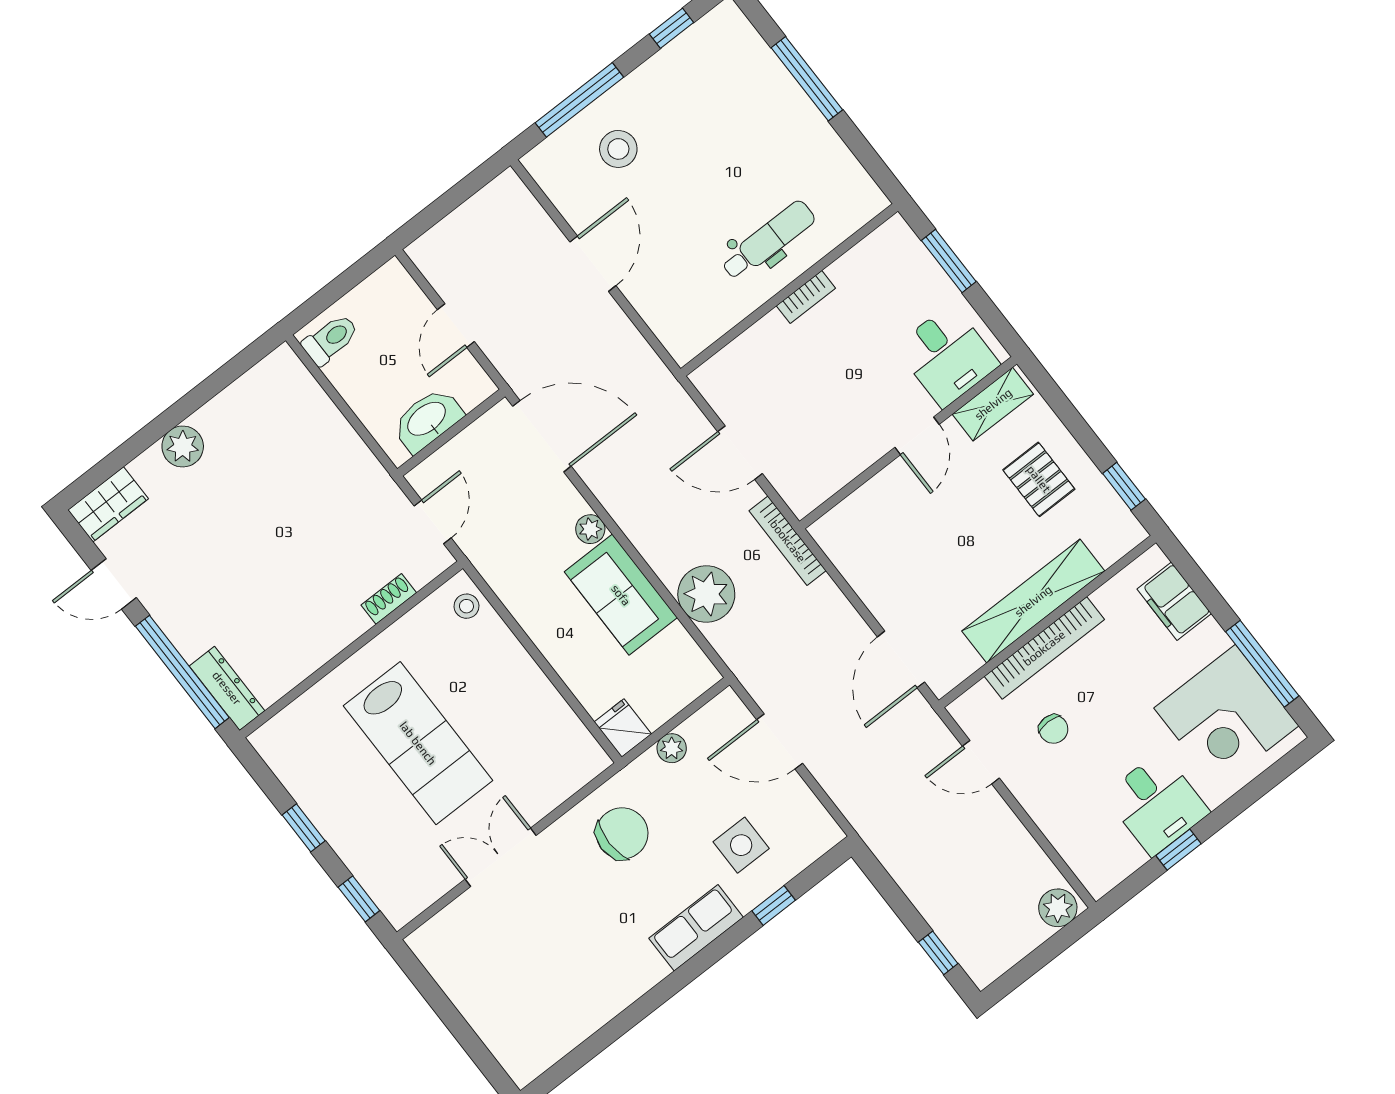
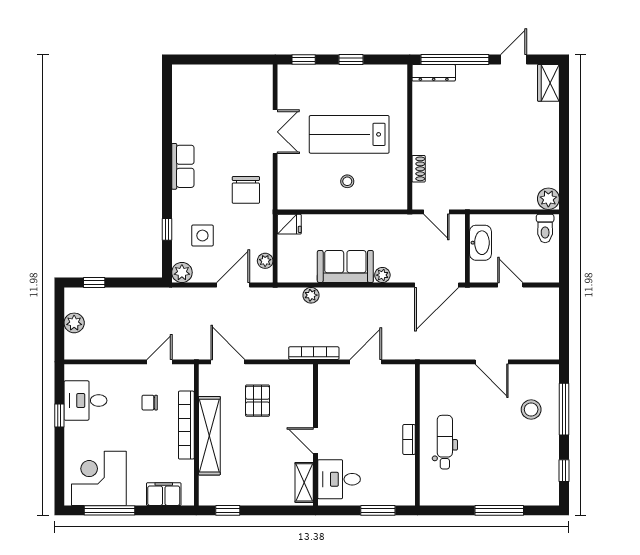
dental chair: (768, 240) -> (445, 442), turned 180
plant: (183, 446) -> (548, 199), moved
pallet: (1039, 479) -> (258, 401), moved, turned 90
plant: (706, 594) -> (311, 295), width x0.53, depth x0.53
stool: (466, 606) -> (347, 181), moved
plant: (672, 748) -> (265, 261), moved
desk: (1157, 804) -> (85, 400), moved
plant: (821, 833) -> (182, 272), added
plant: (1058, 908) -> (74, 323), moved
row of seats: (696, 928) -> (183, 166), moved

